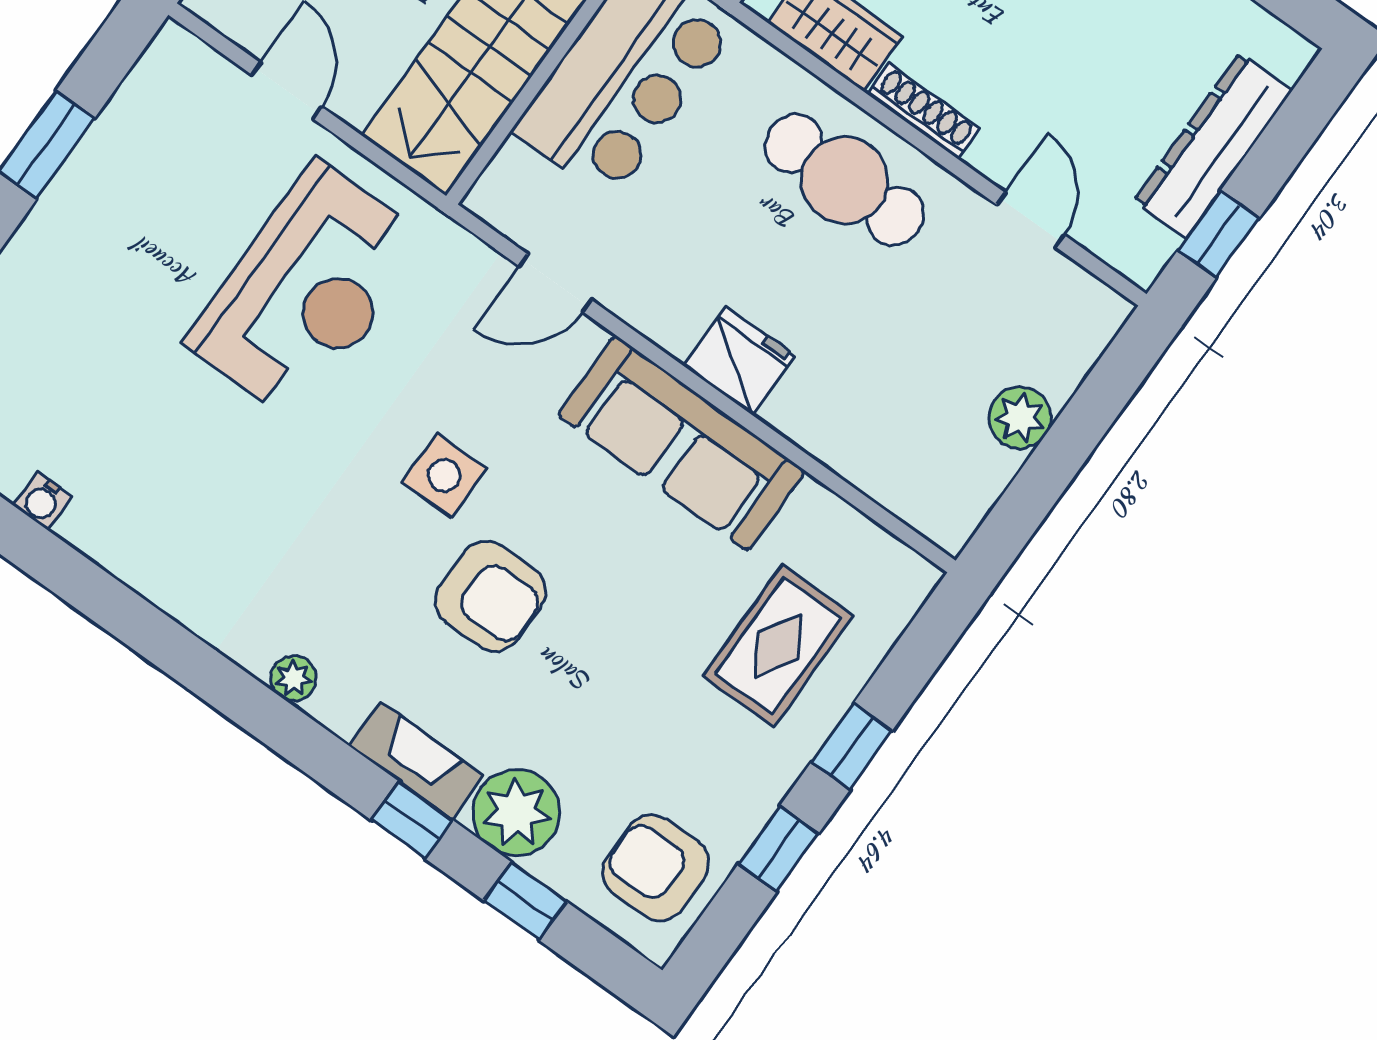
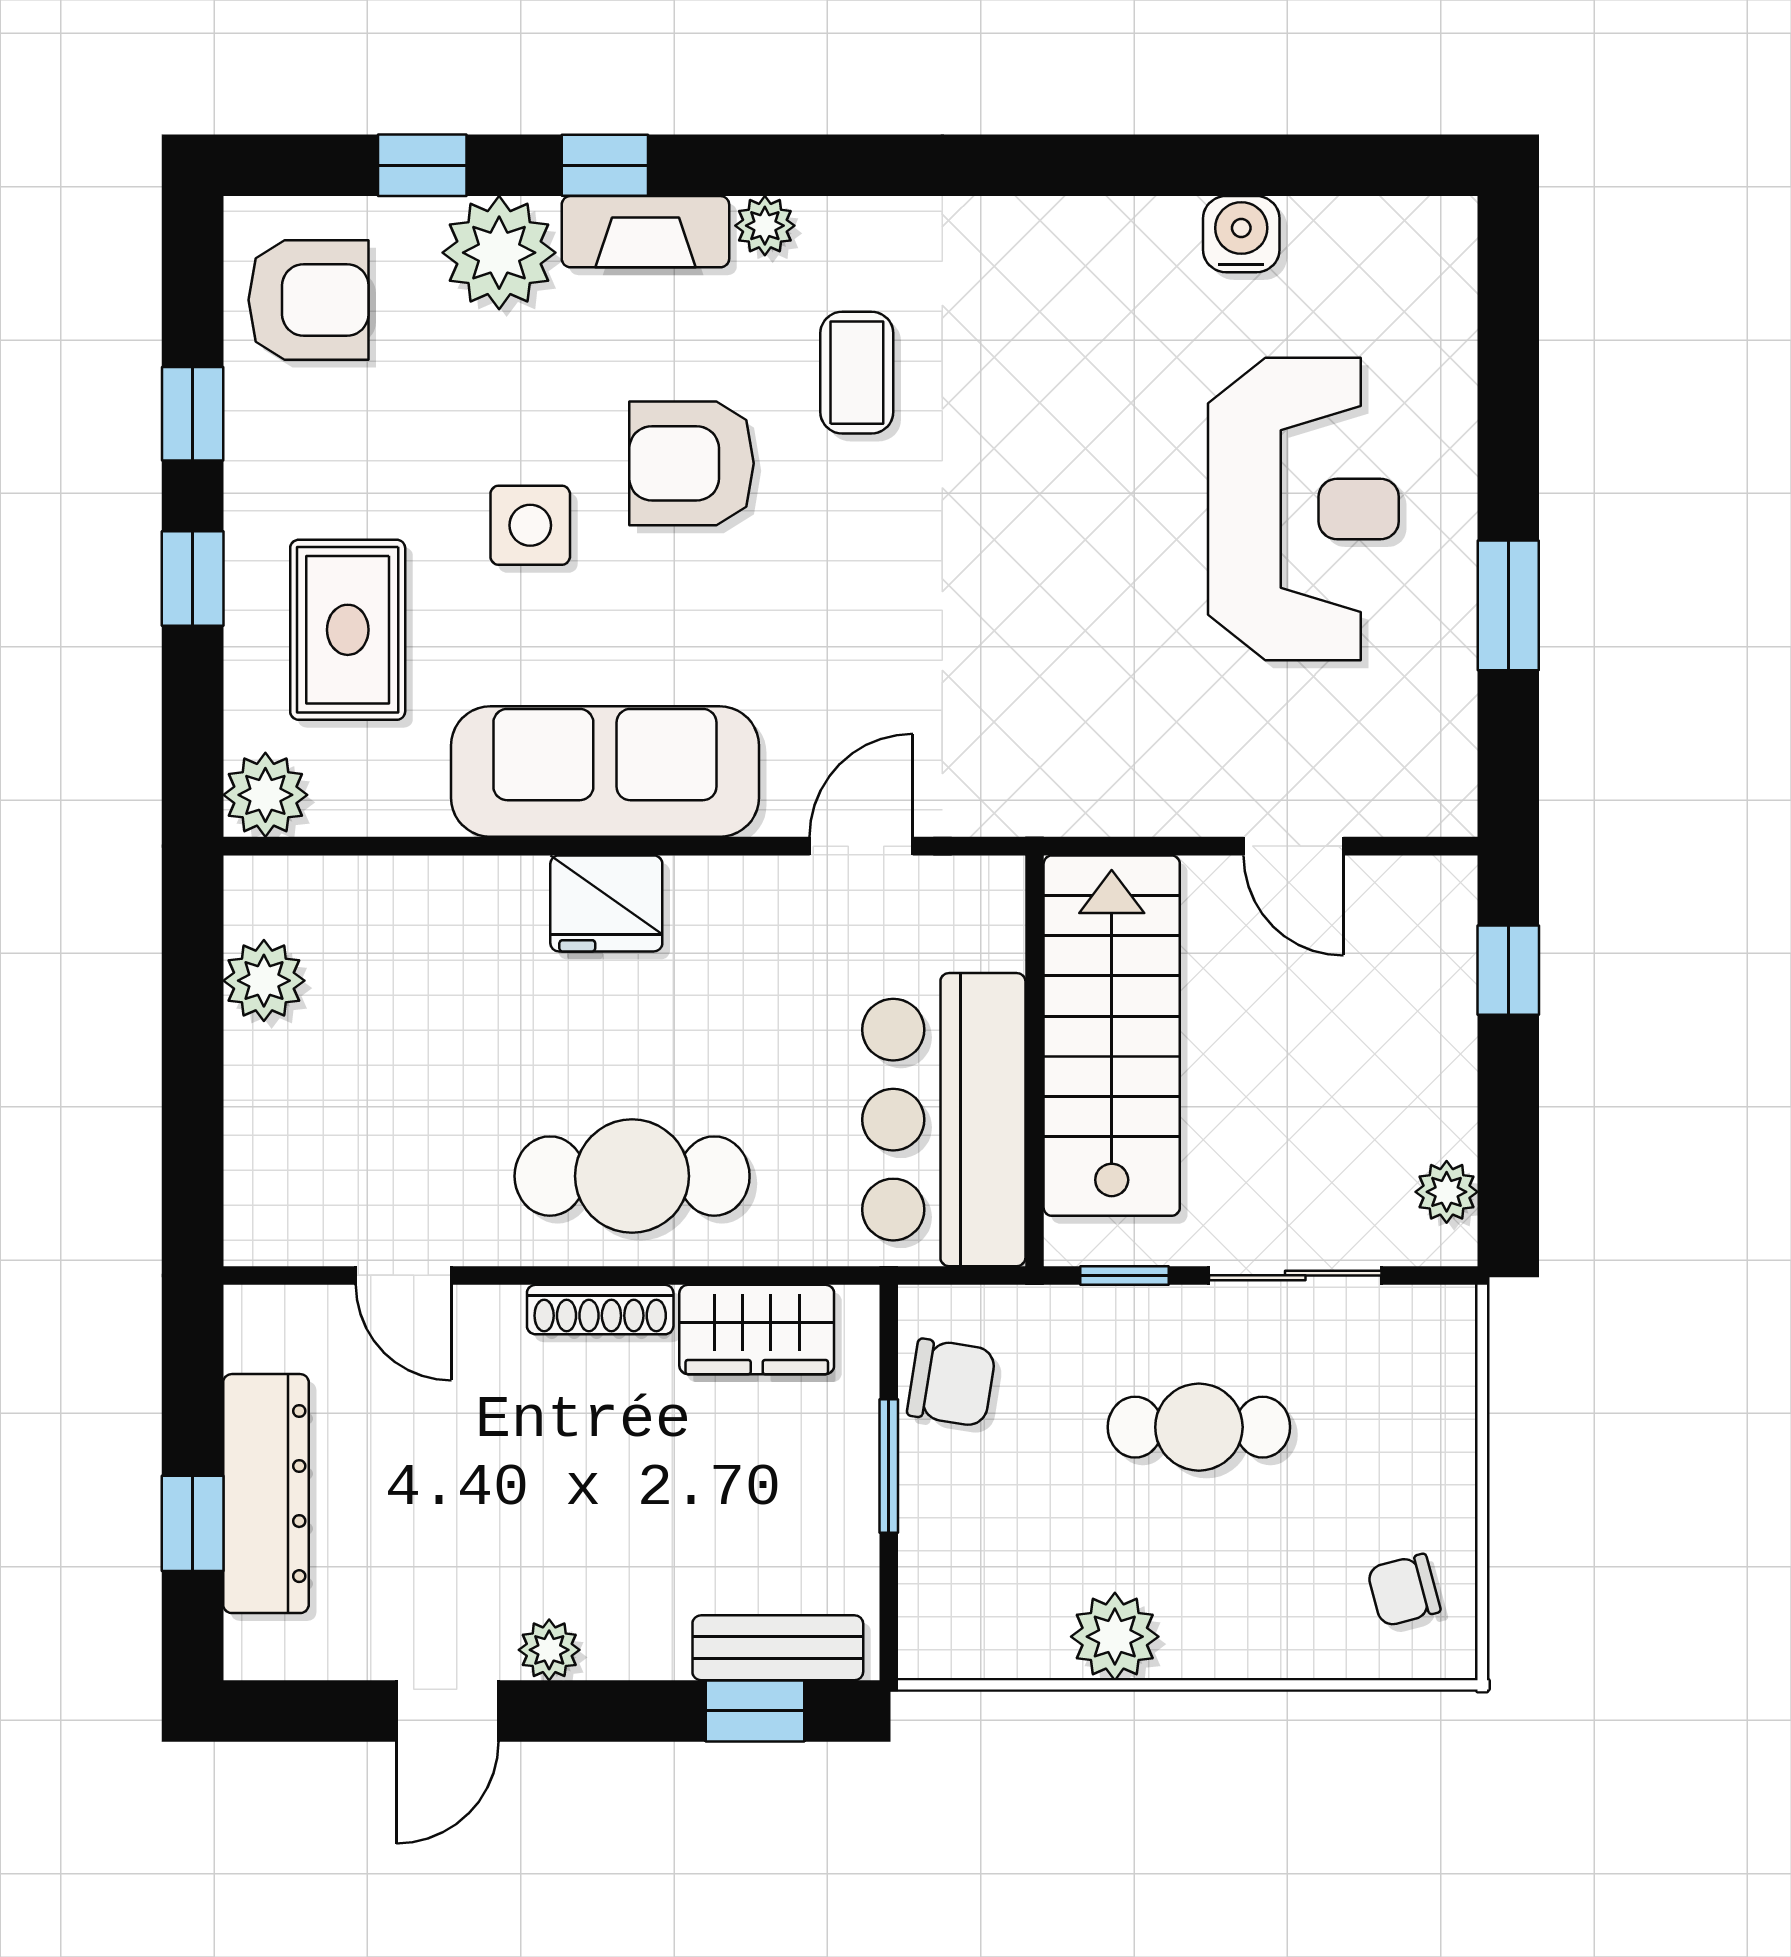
window: (1218, 234) -> (193, 1523), moved
reception desk: (307, 291) -> (1303, 509), moved, turned 180
plant: (1020, 418) -> (264, 981), moved
side table: (444, 475) -> (530, 525), moved
water cooler: (42, 501) -> (1241, 234), width x1.38, depth x1.38
coffee table: (348, 579) -> (857, 373), added
plant: (903, 580) -> (265, 795), added
plant: (293, 678) -> (765, 226), moved

